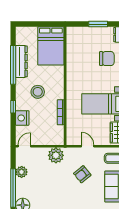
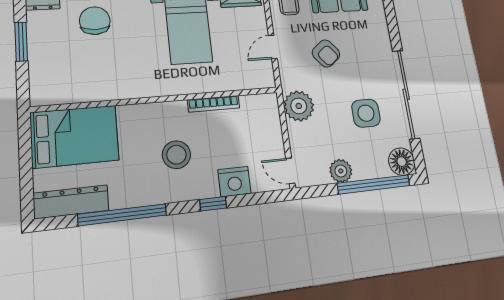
dresser: (21, 61) -> (71, 202), moved
side table: (49, 191) -> (366, 113), added

